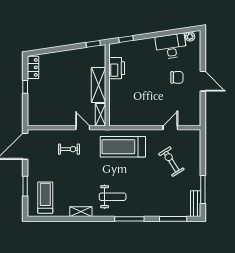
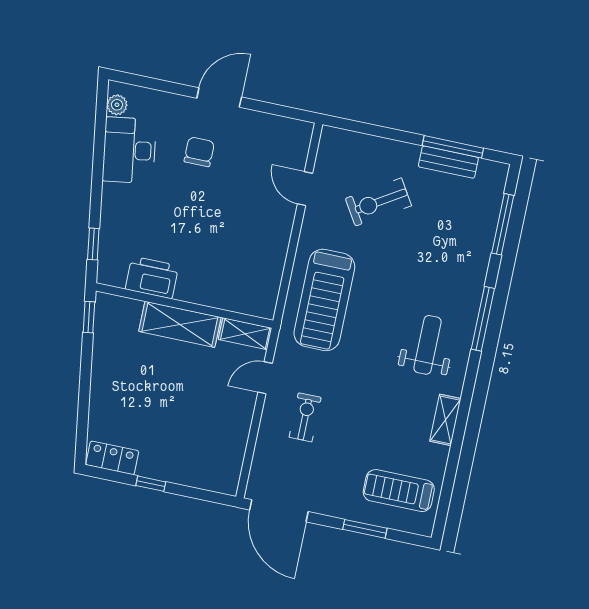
bench: (196, 204) -> (448, 162), moved

